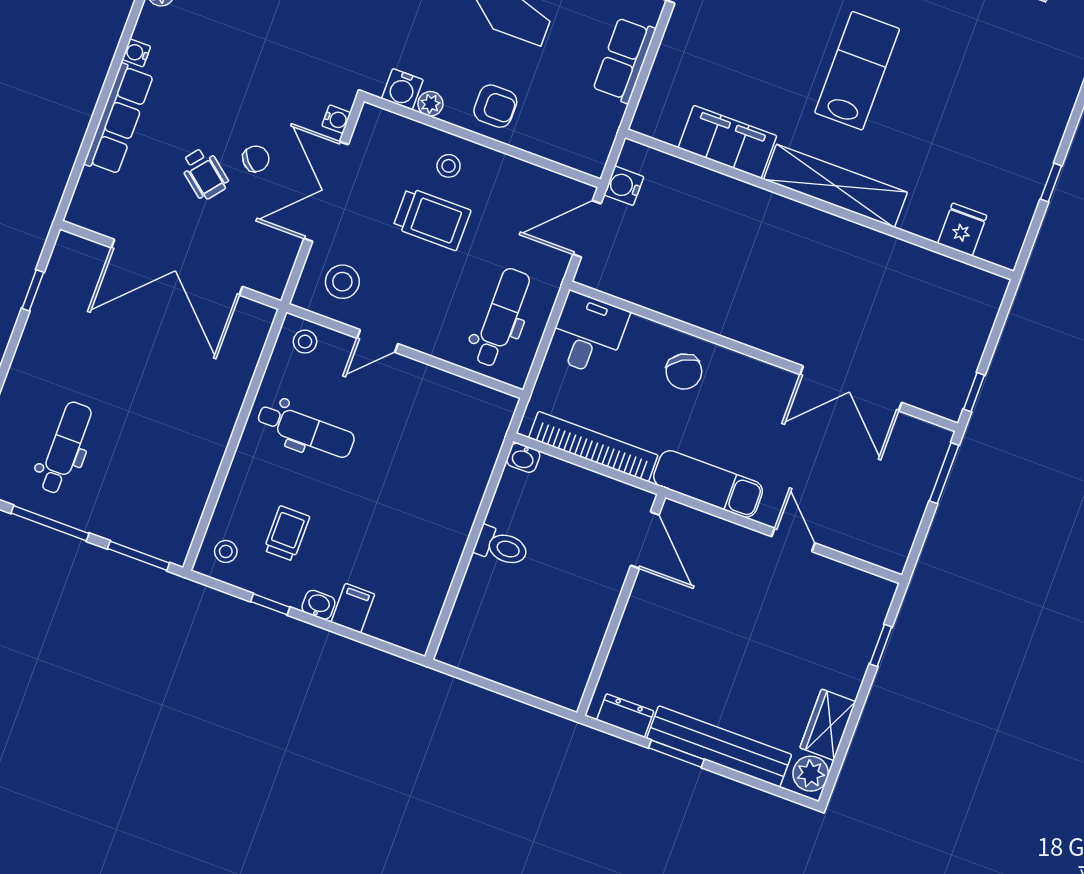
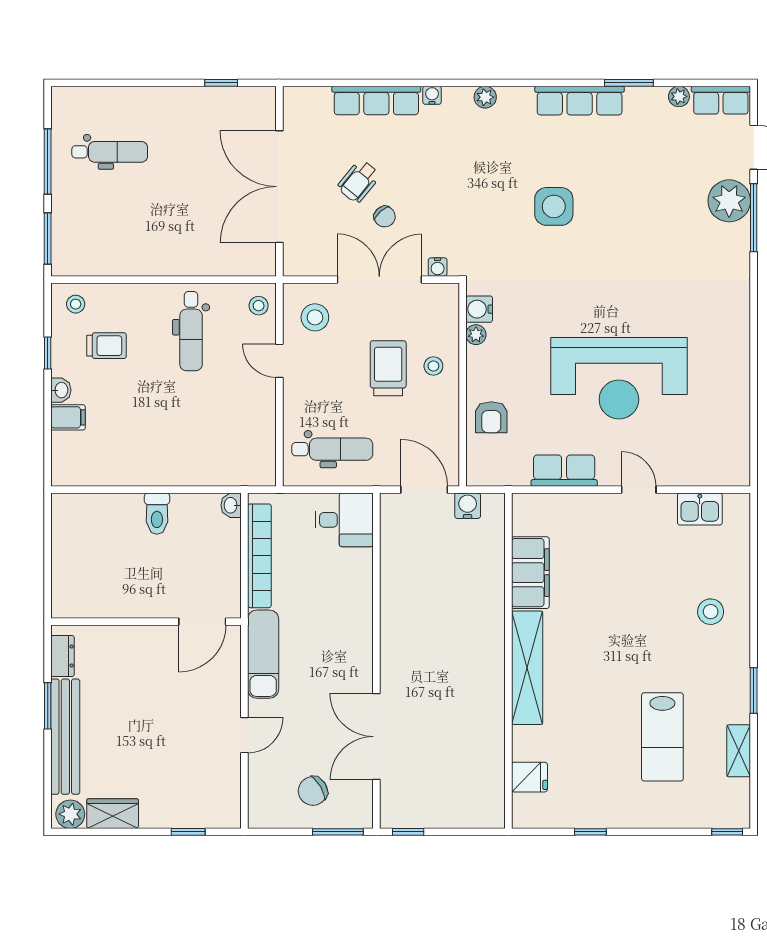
lab bench: (857, 71) -> (662, 737), moved, turned 90
armchair: (495, 106) -> (491, 417), moved
trolley: (432, 219) -> (388, 368), turned 180
chair: (684, 372) -> (313, 791), moved

